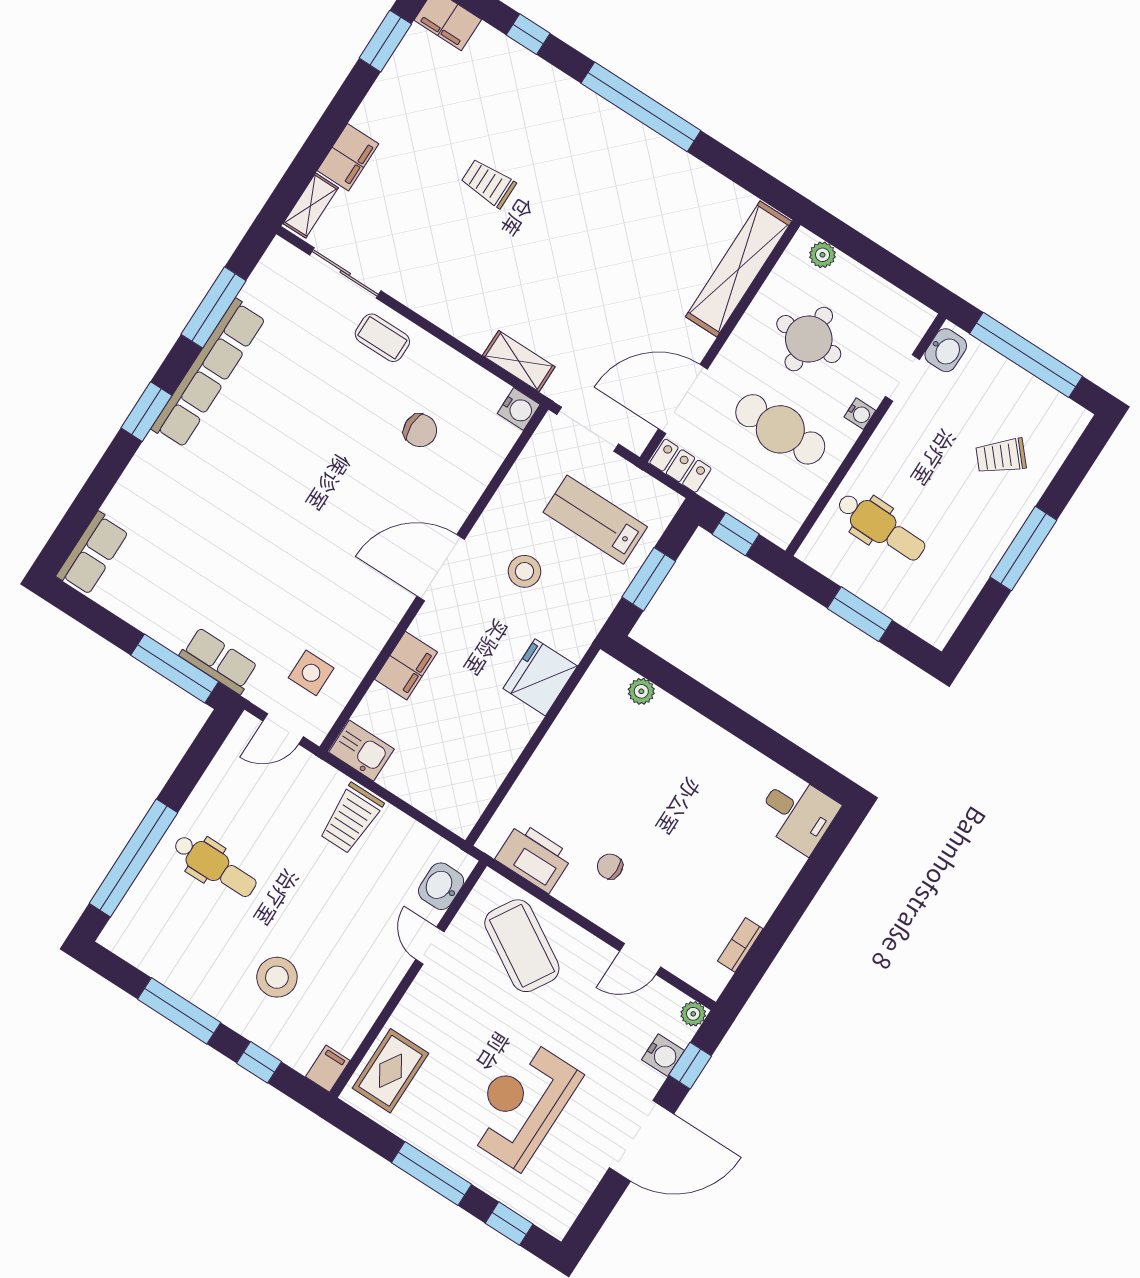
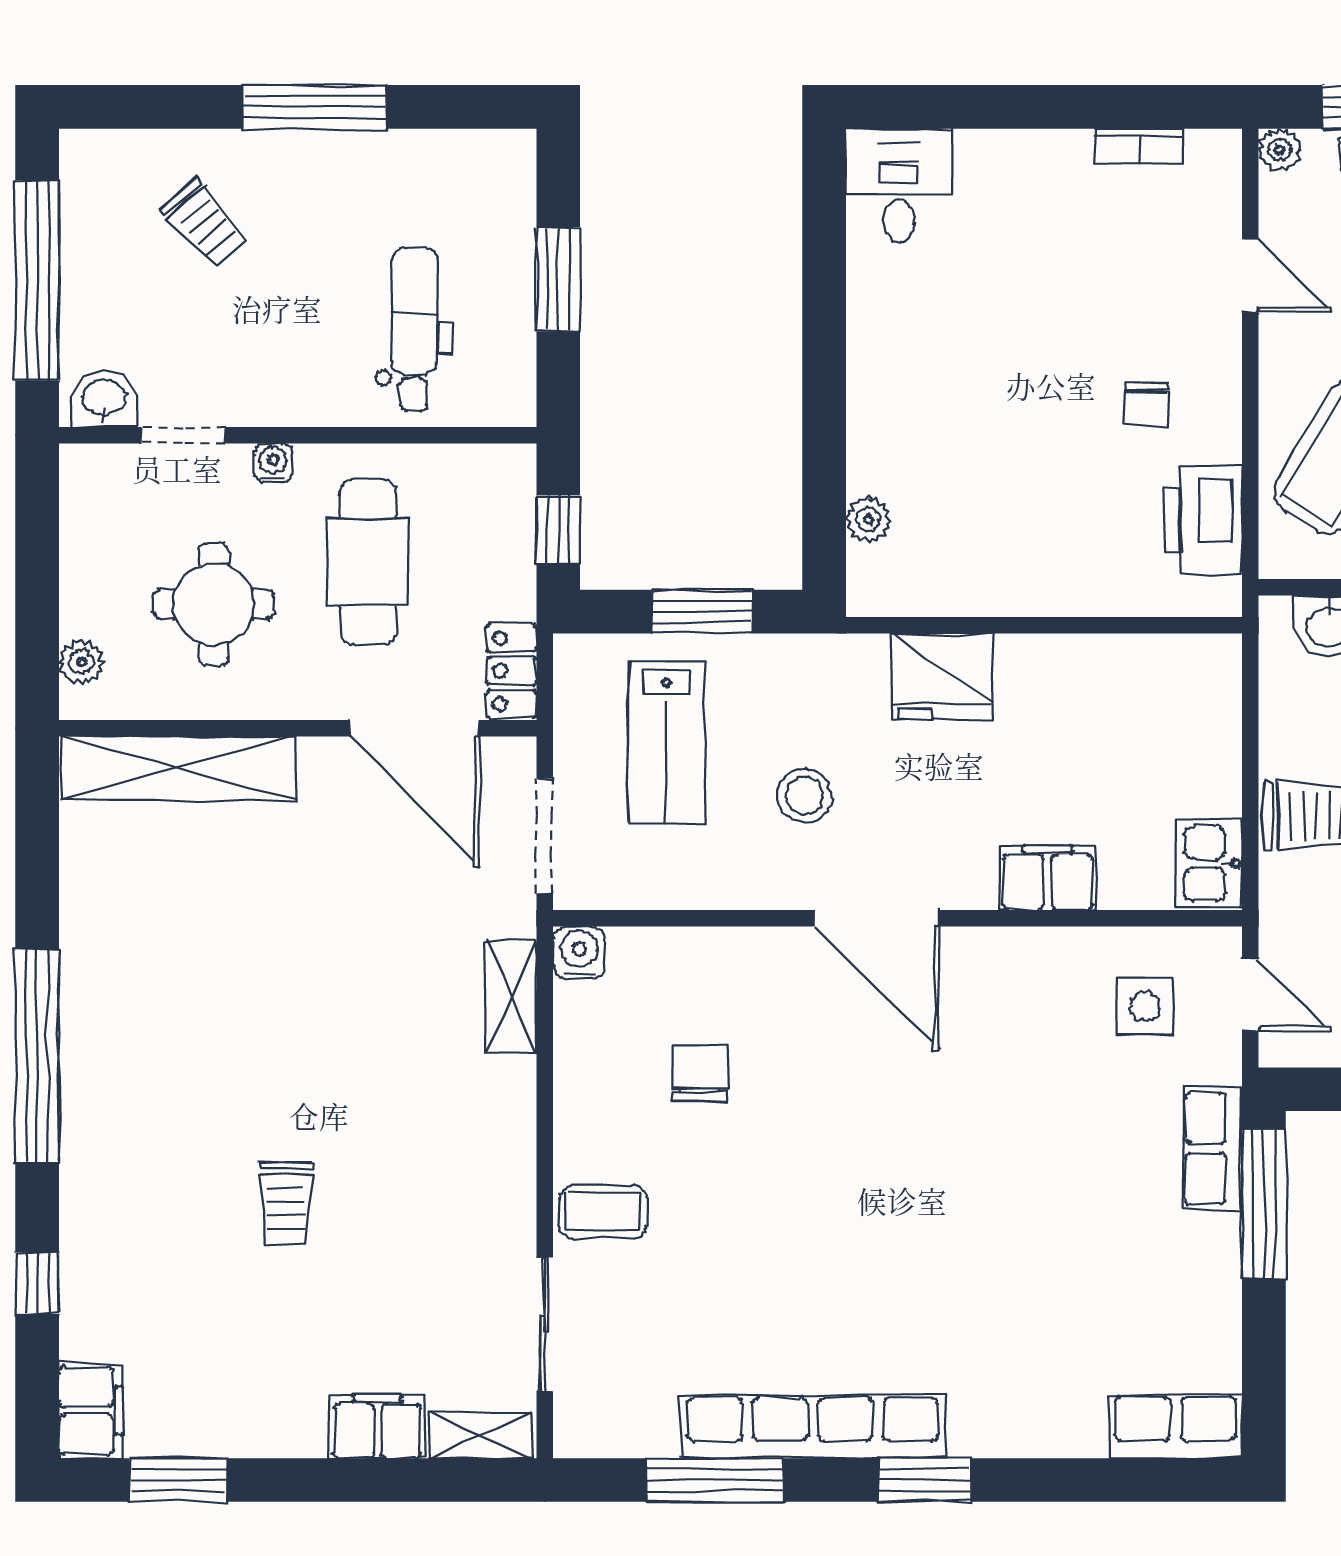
coffee table: (382, 338) -> (603, 1212), turned 90

